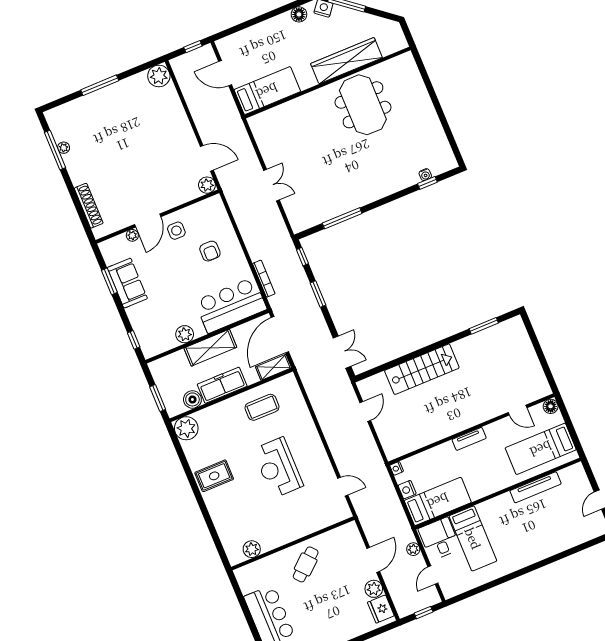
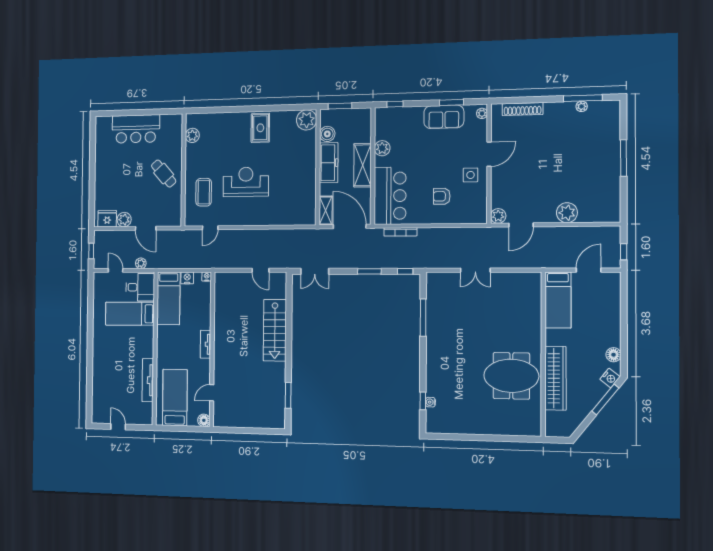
plant: (159, 76) -> (567, 213), moved
door: (148, 221) -> (489, 154), swing flipped
plant: (132, 235) -> (482, 113), moved
coffee table: (262, 407) -> (204, 192), moved

